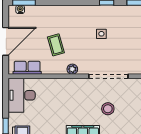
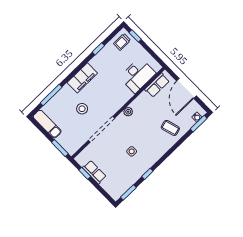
coffee table: (56, 45) -> (170, 128), moved
desk: (22, 95) -> (138, 75), moved, turned 90

